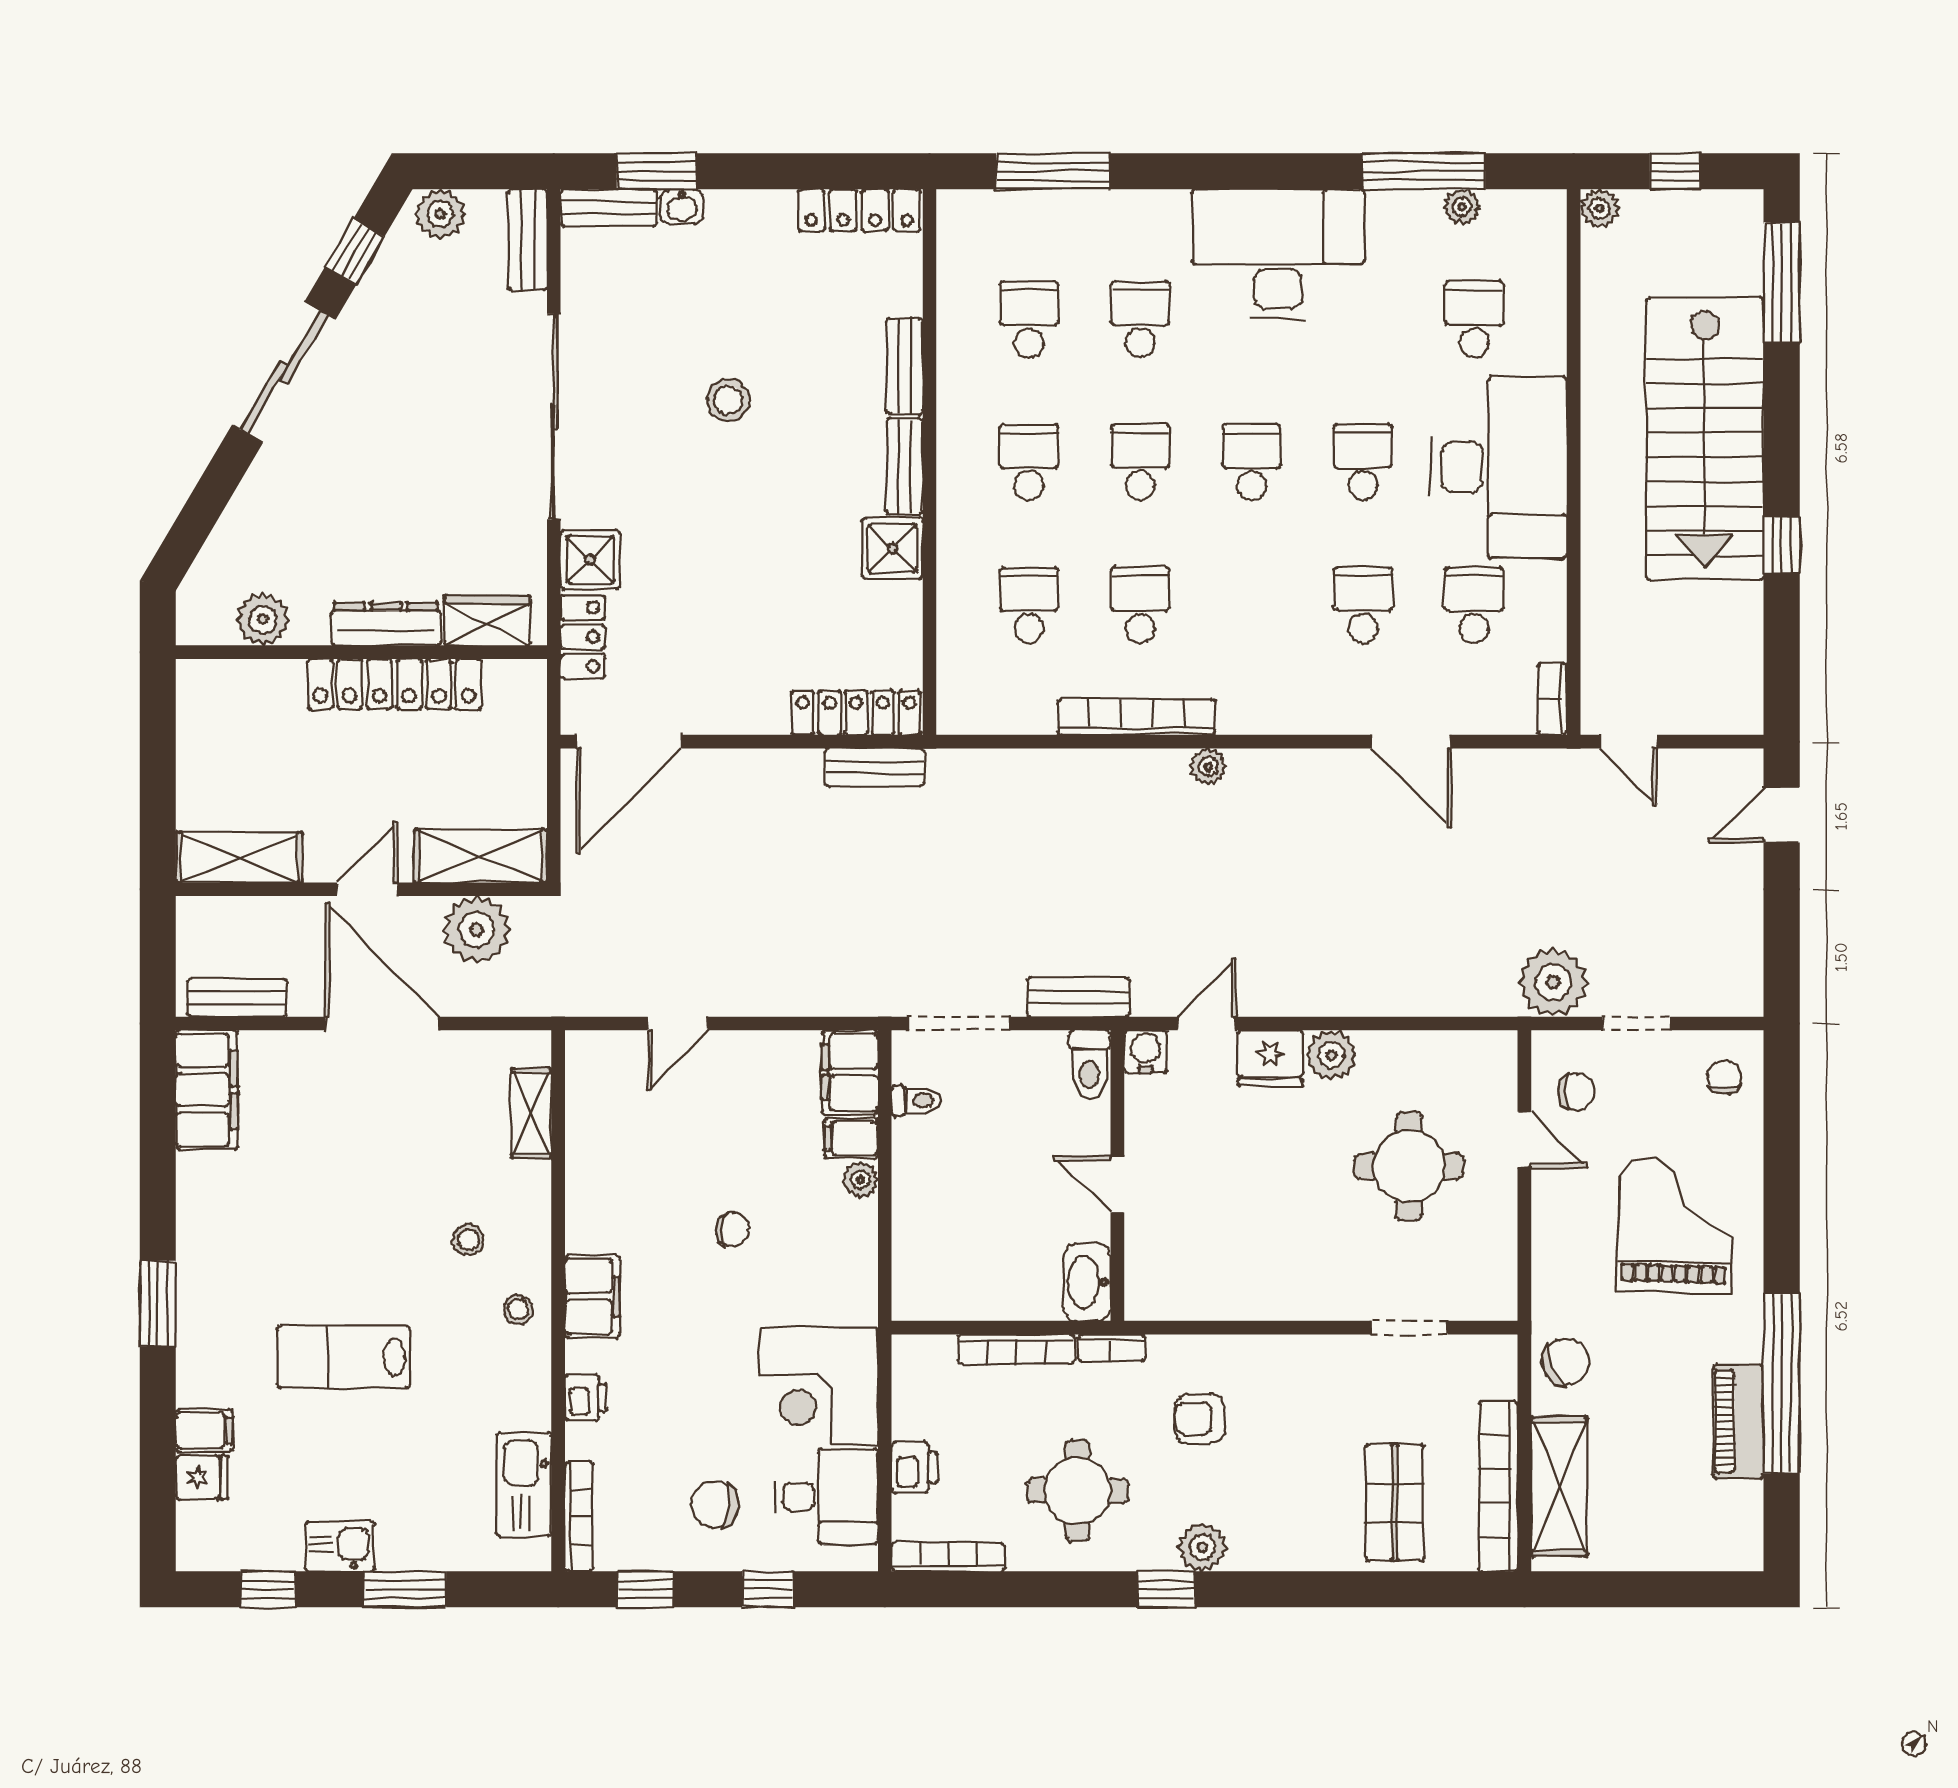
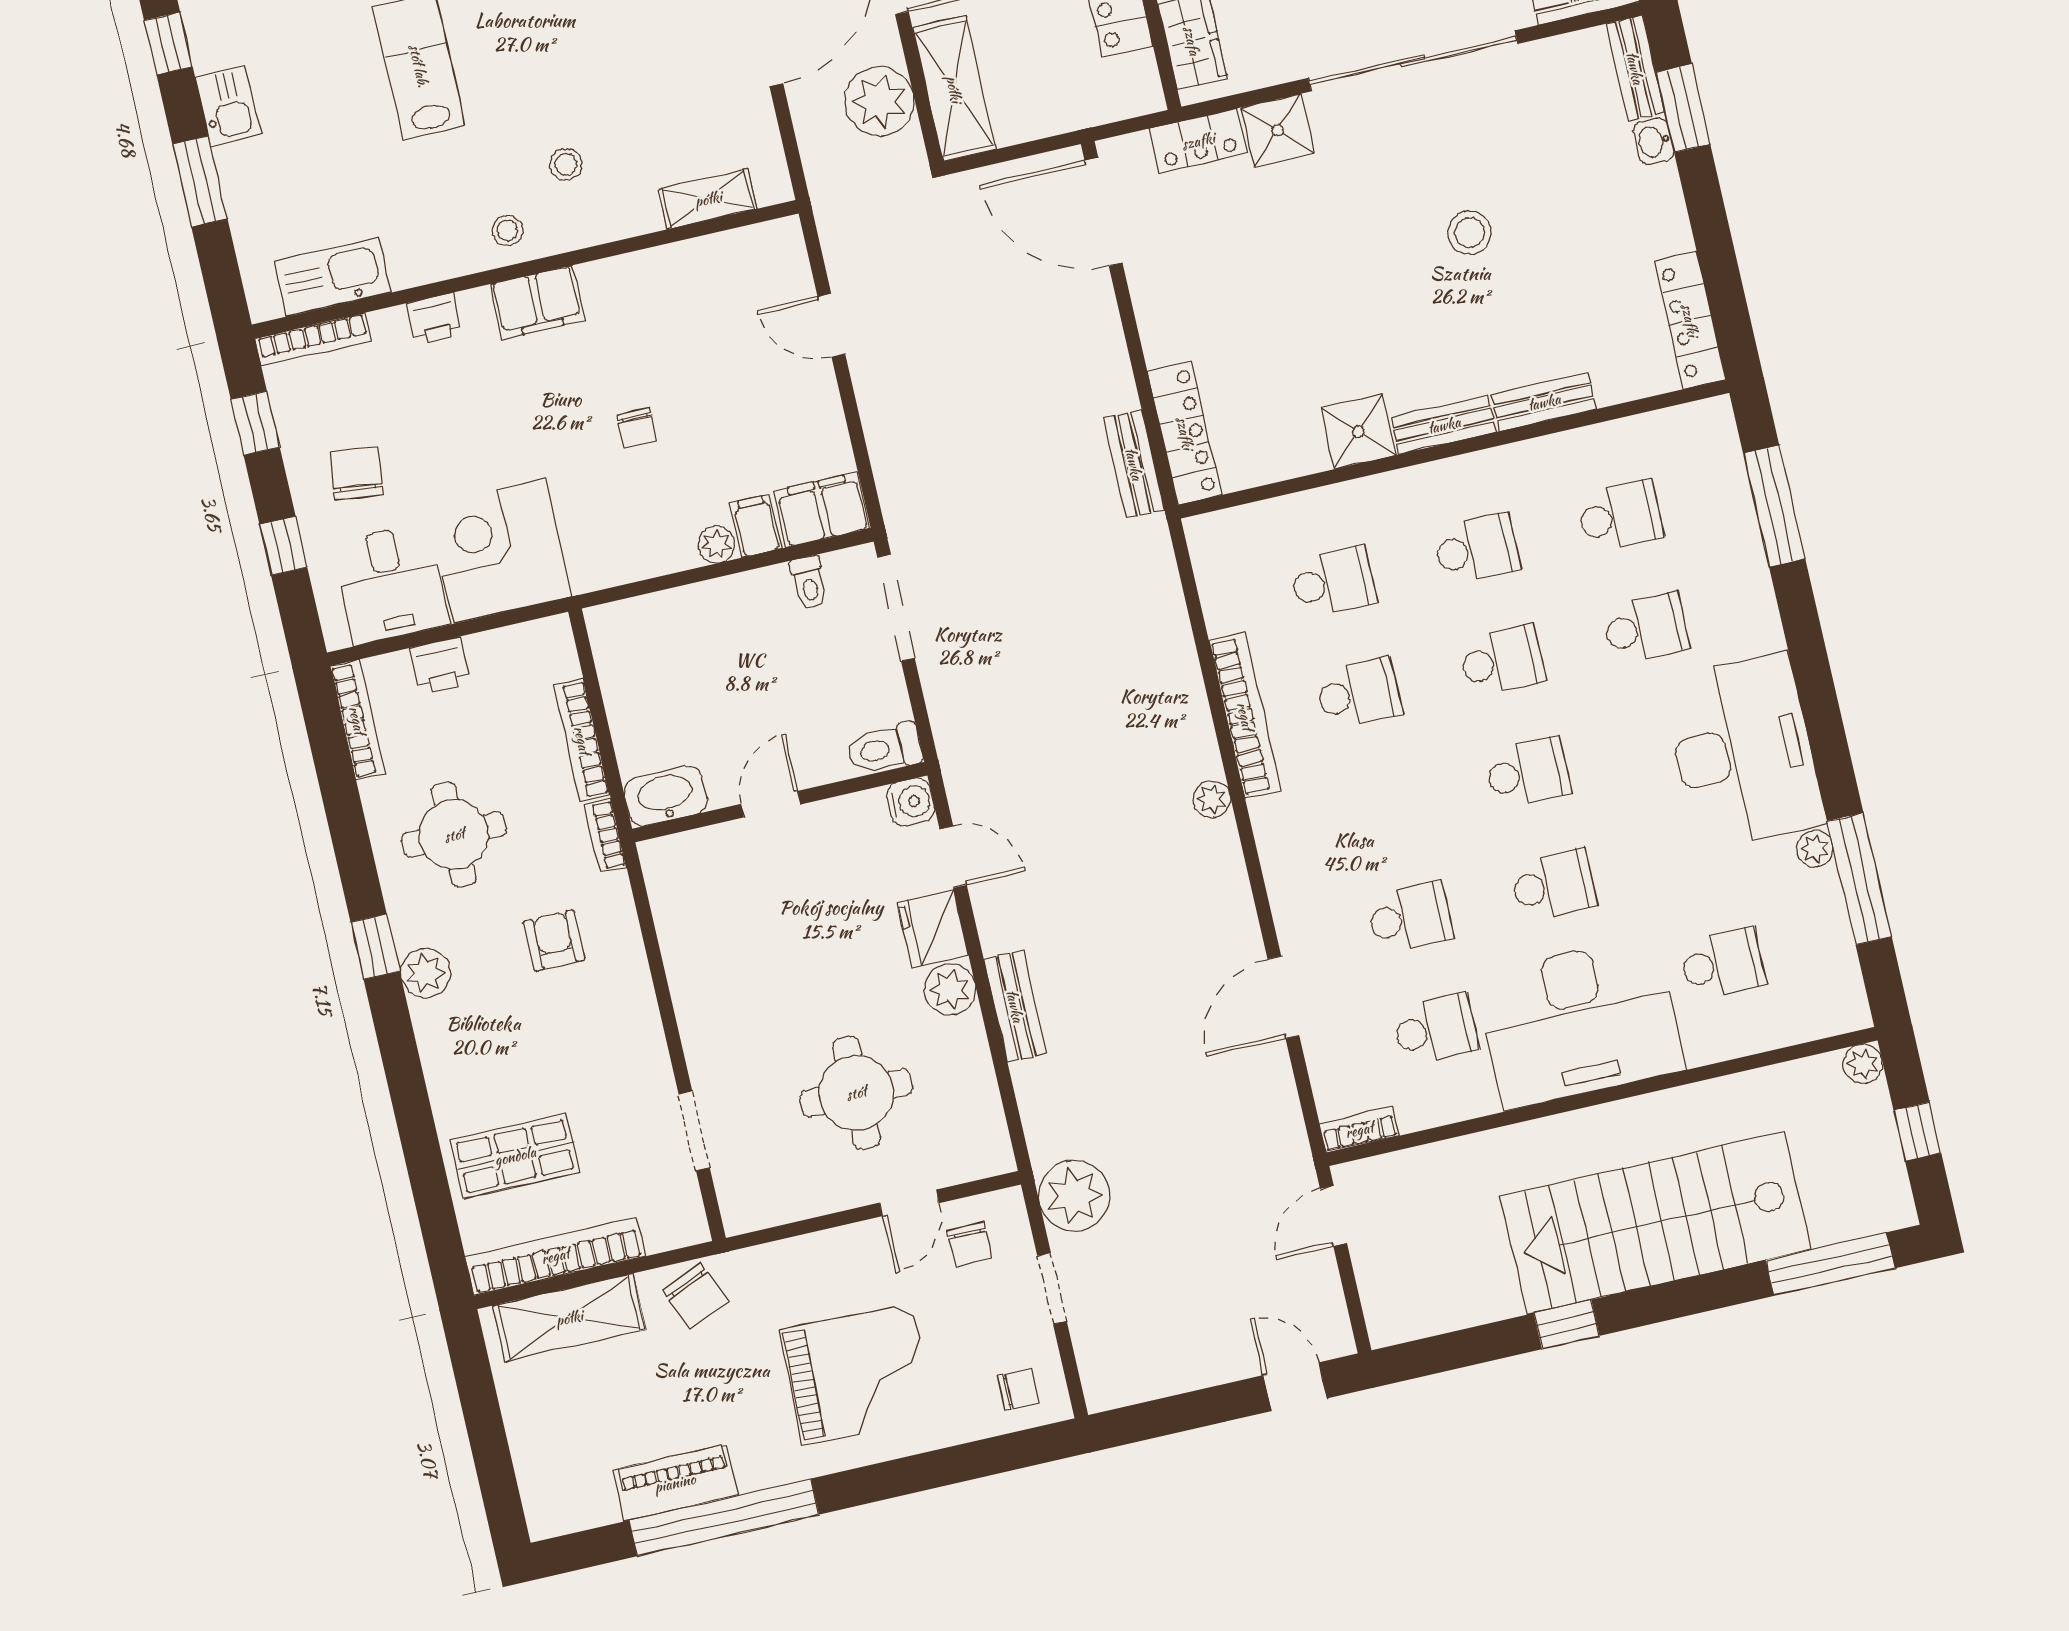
plant: (1462, 207) -> (1815, 848), moved
bench: (1078, 997) -> (1015, 1006), moved

